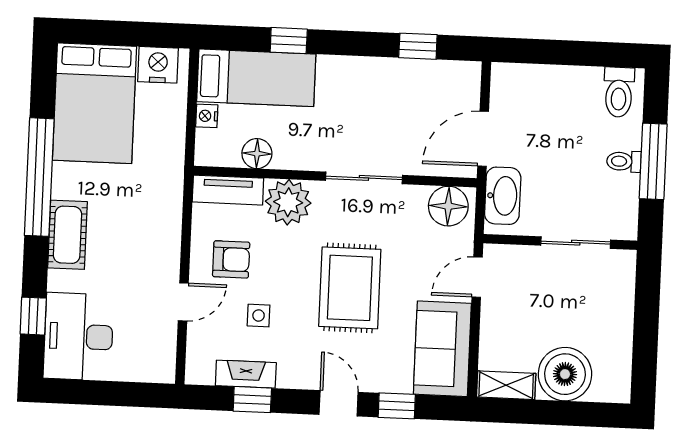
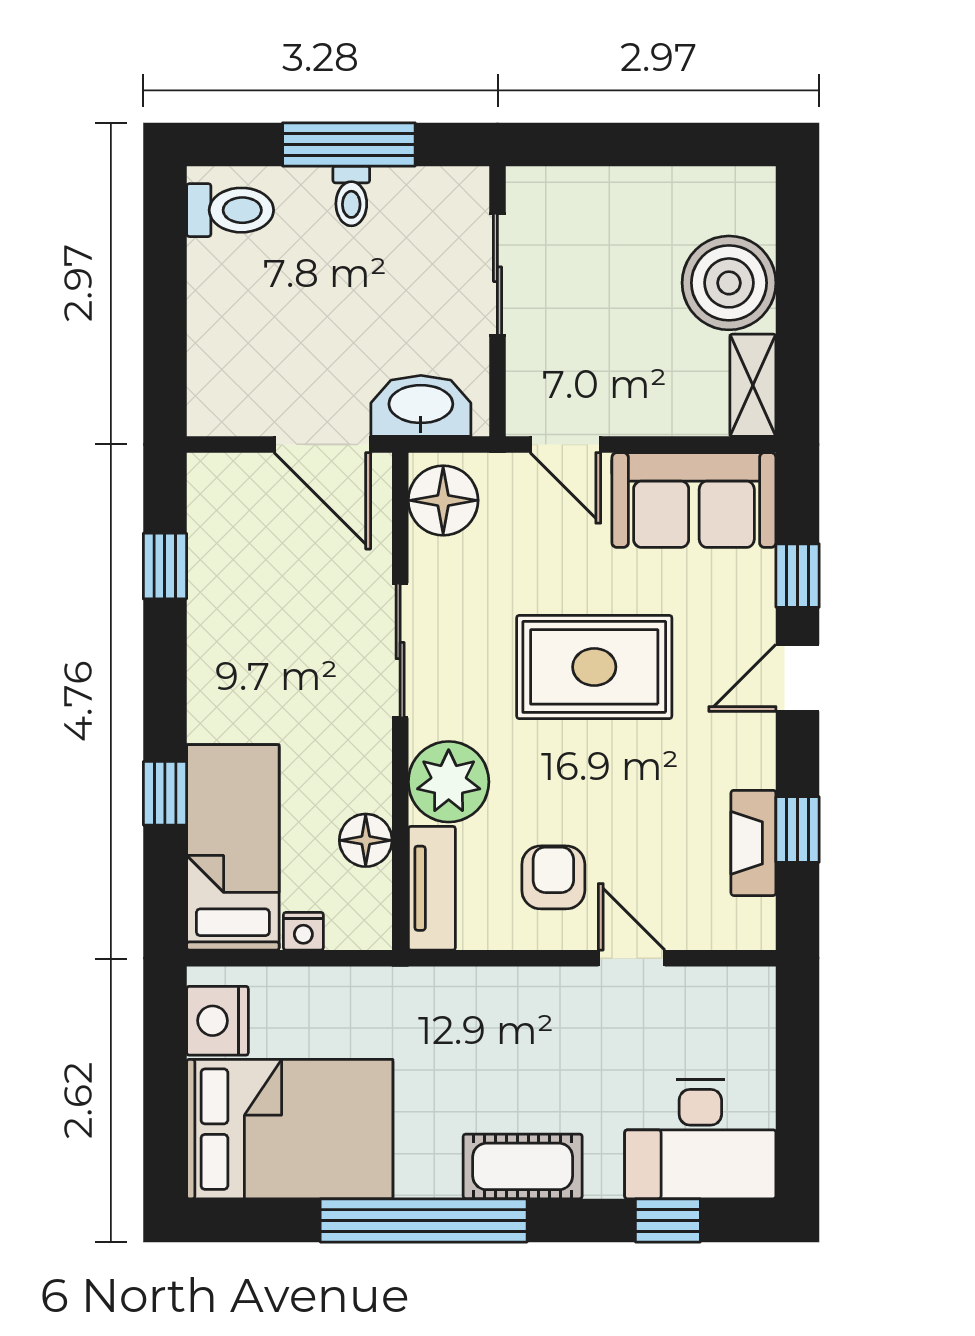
side table: (259, 316) -> (650, 825), removed

